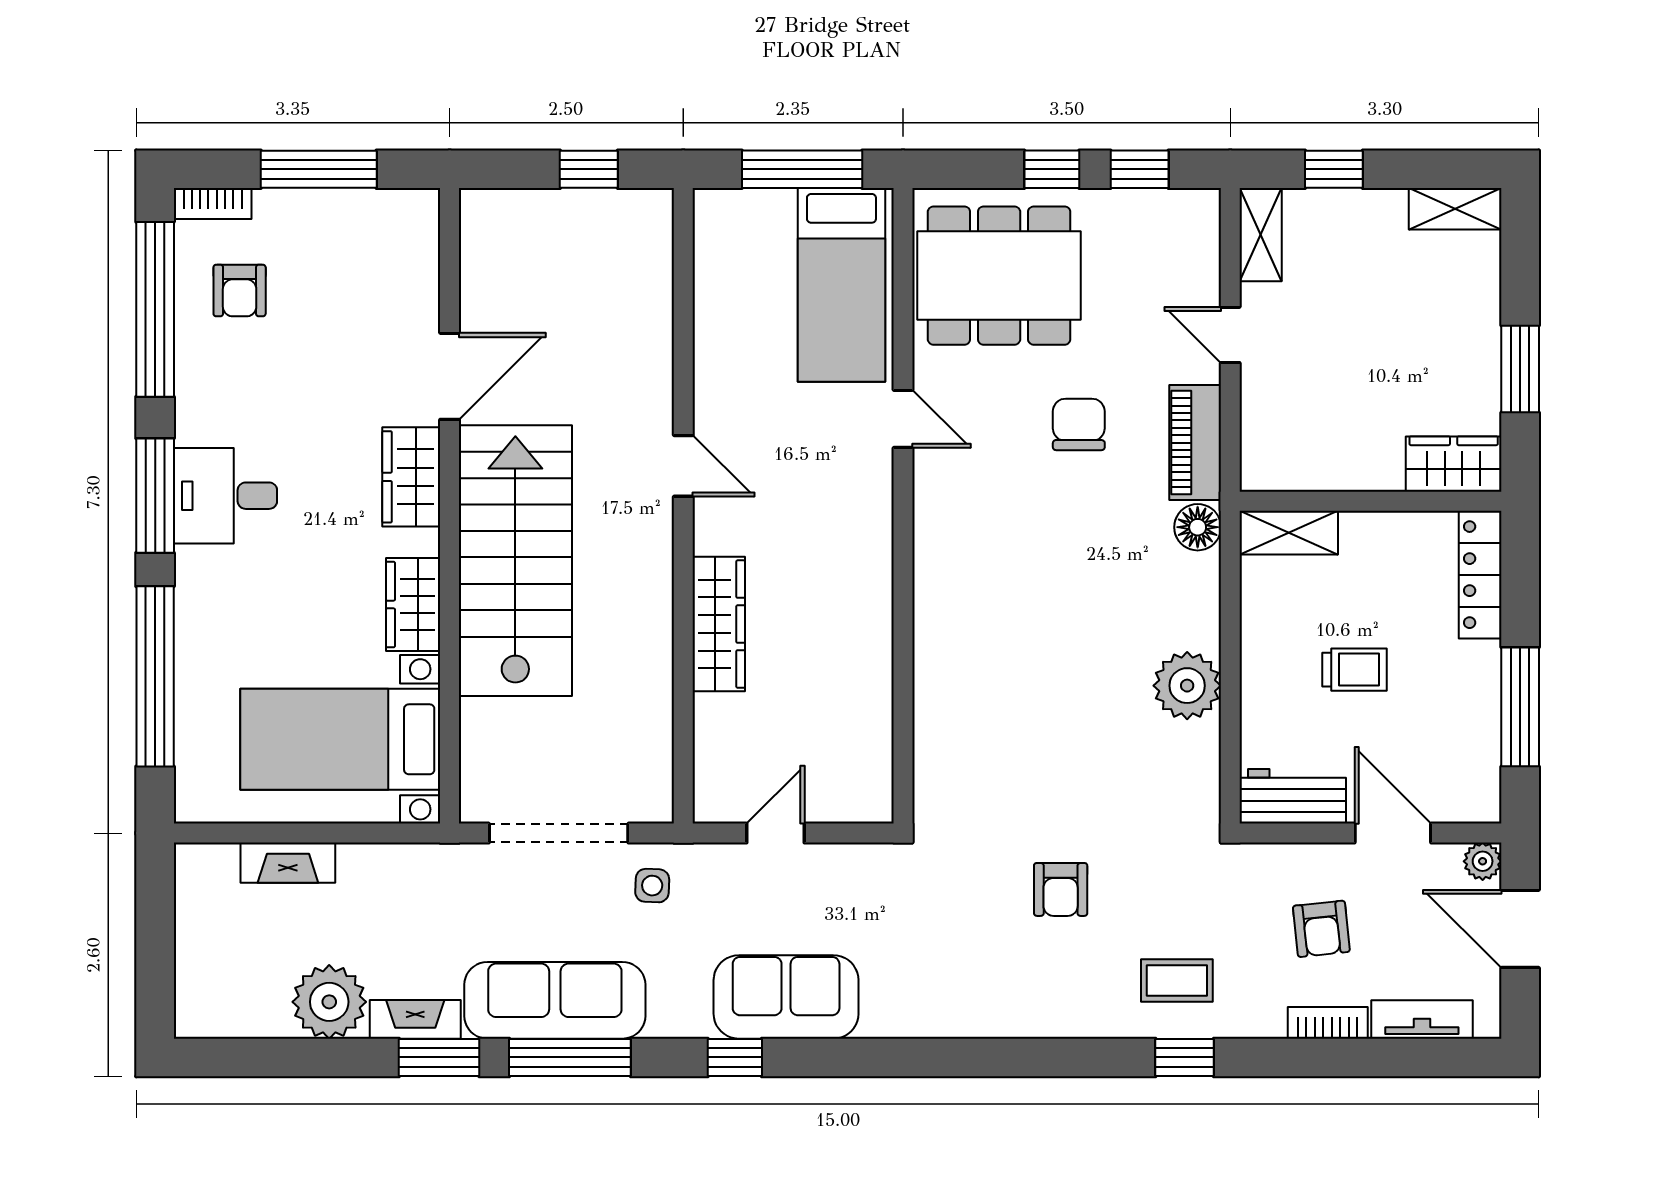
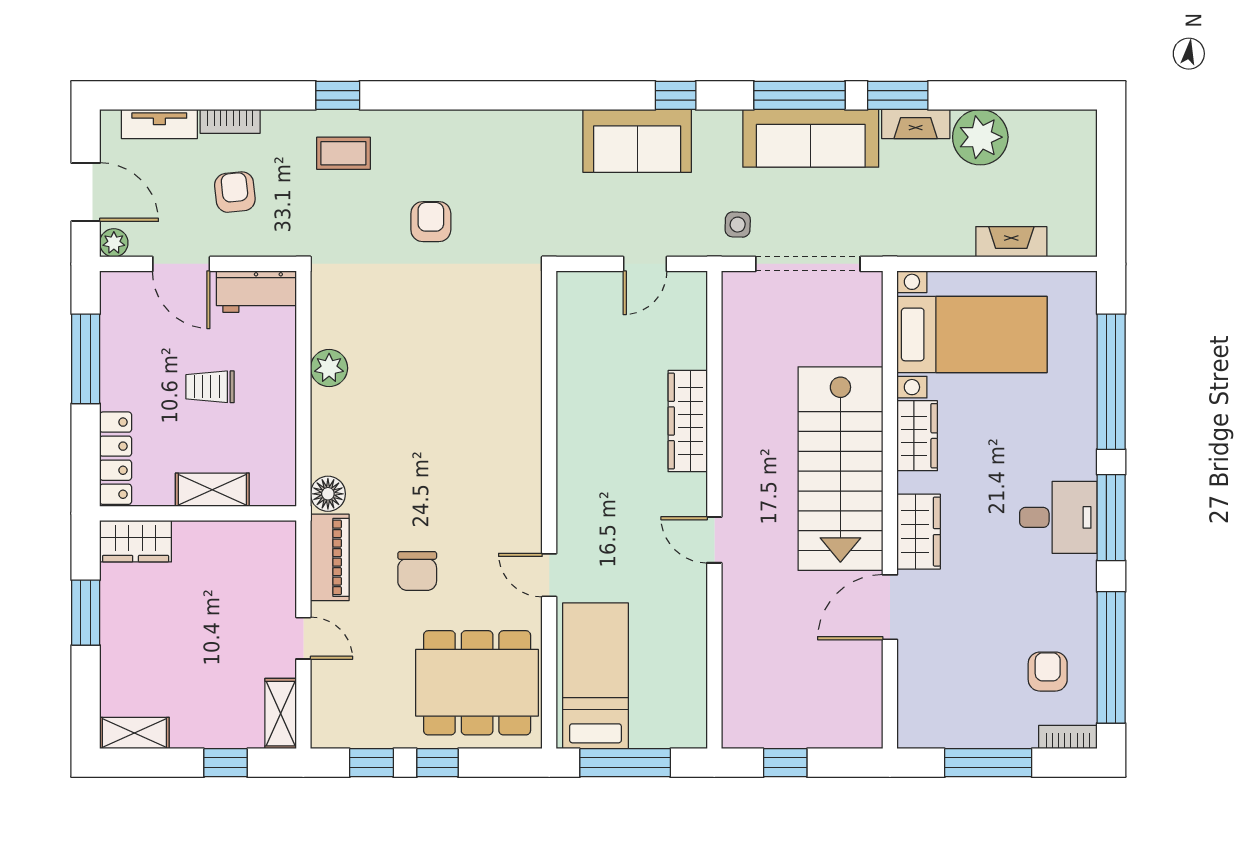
shelving: (1289, 533) -> (212, 490), moved
plant: (1187, 686) -> (329, 368), width x0.73, depth x0.73

